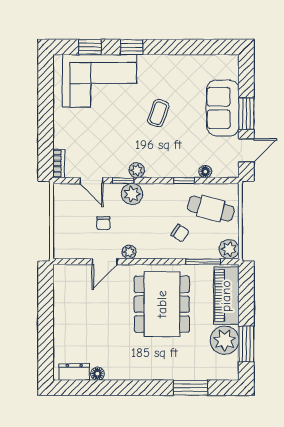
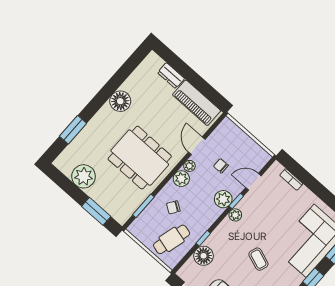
bookcase: (59, 164) -> (291, 179), moved
floor lamp: (205, 172) -> (204, 256), width x1.89, depth x1.89
plant: (229, 249) -> (181, 179), moved
piano: (226, 296) -> (197, 103), moved, turned 180
window: (246, 344) -> (96, 211), moved
dresser: (74, 372) -> (171, 76), moved, turned 90
floor lamp: (97, 374) -> (120, 101), moved, width x1.89, depth x1.89

